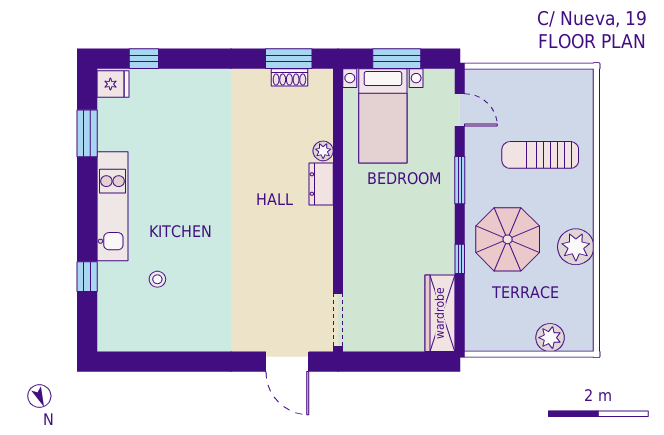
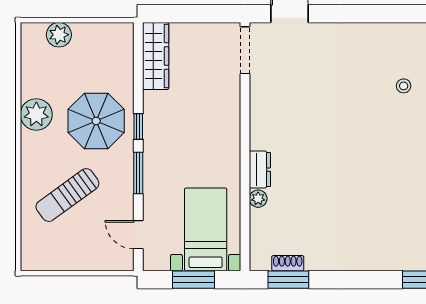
sun lounger: (540, 155) -> (67, 195), turned 144
window: (460, 259) -> (138, 127), moved

